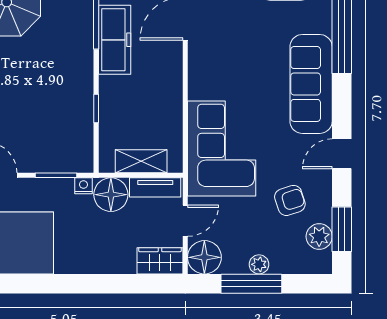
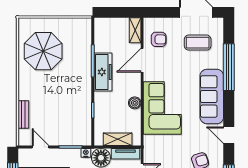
boiler: (172, 95) -> (135, 103), added
corner sofa: (222, 149) -> (162, 108), moved
door: (342, 154) -> (229, 135), hinge flipped

